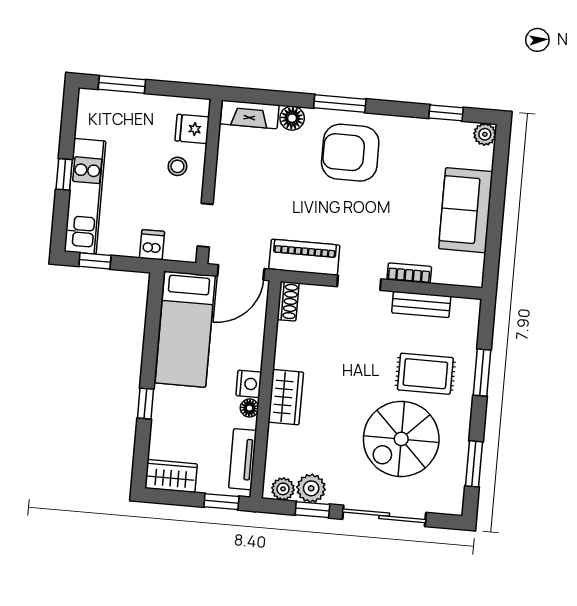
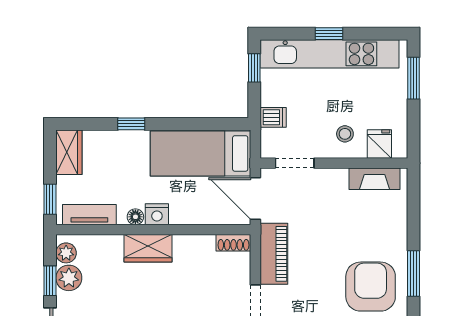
fireplace: (250, 114) -> (375, 179), moved, turned -90
floor lamp: (292, 118) -> (397, 232), removed
kitchen unit: (85, 196) -> (330, 54), width x1.36

